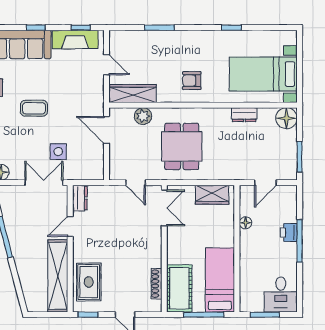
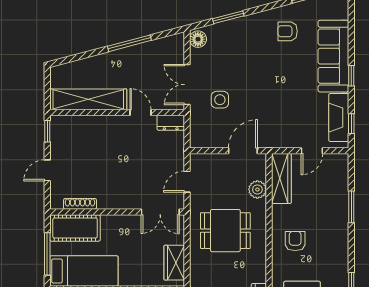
coffee table: (34, 108) -> (266, 74), removed
double door: (44, 183) -> (187, 85), swing flipped
rug: (89, 282) -> (82, 132), removed

